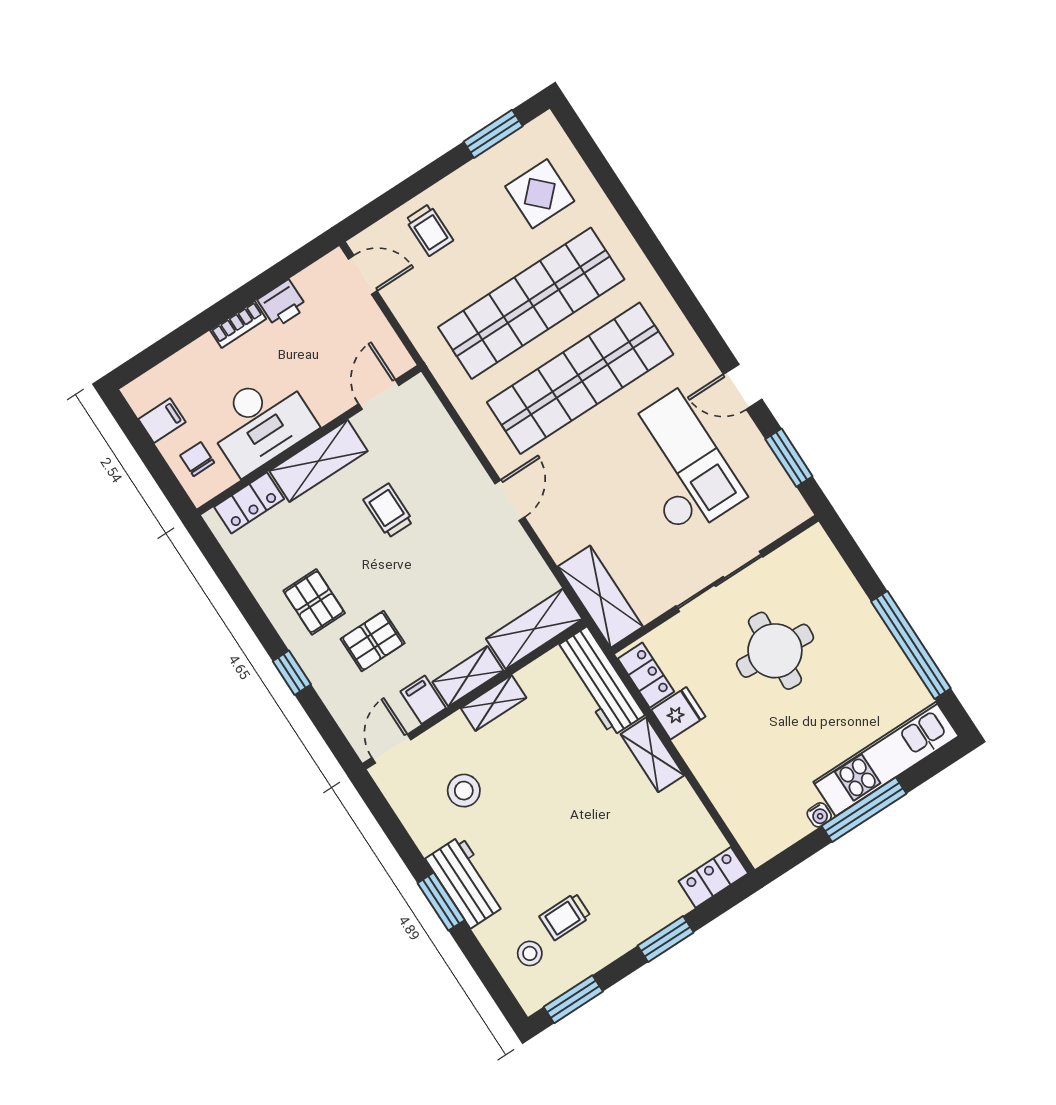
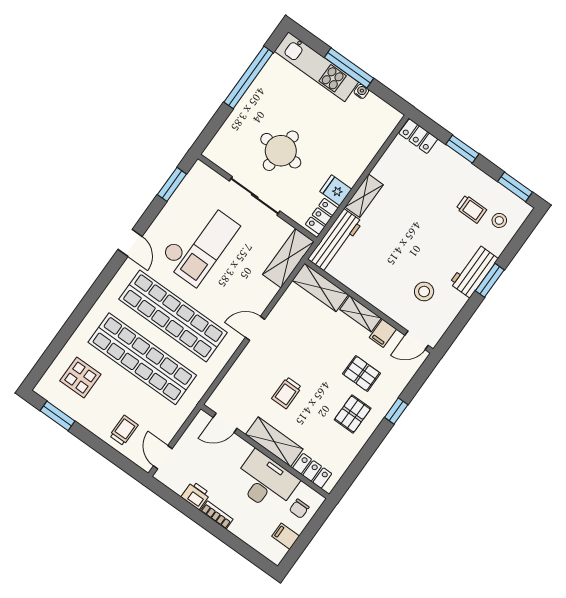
door: (743, 387) -> (130, 243), moved
checkout: (679, 465) -> (199, 243), turned 180
shelving: (494, 703) -> (370, 294), removed

